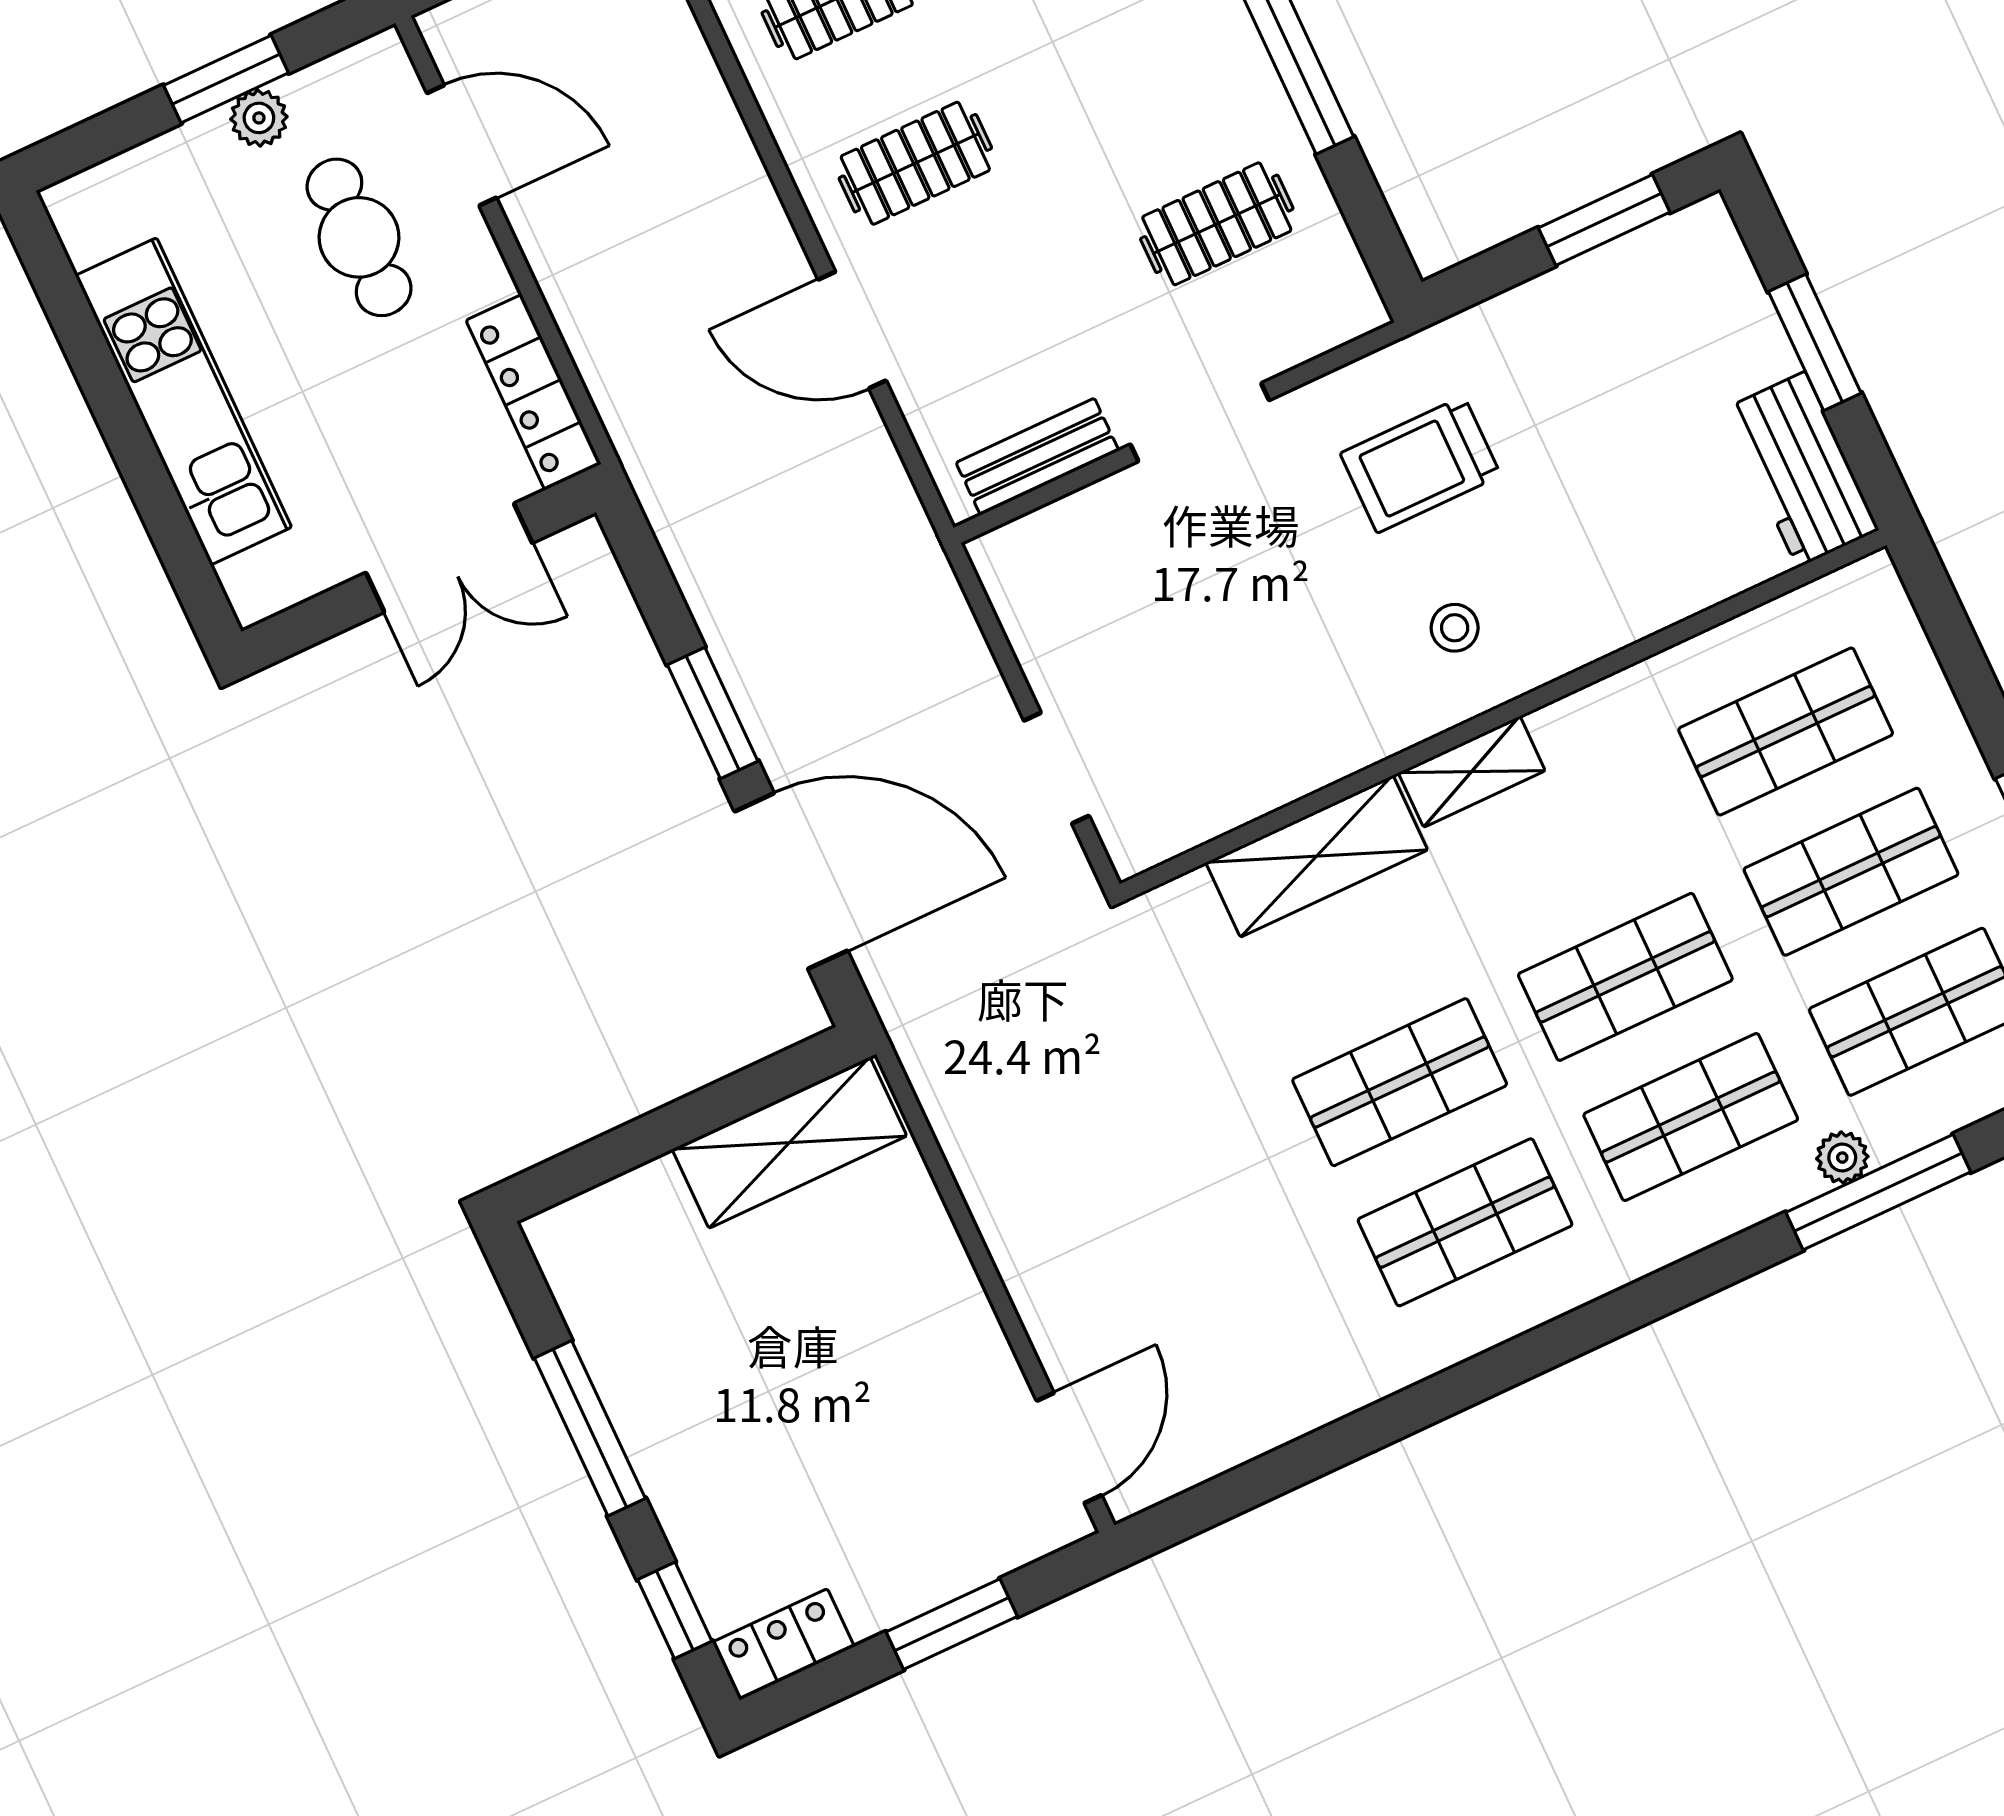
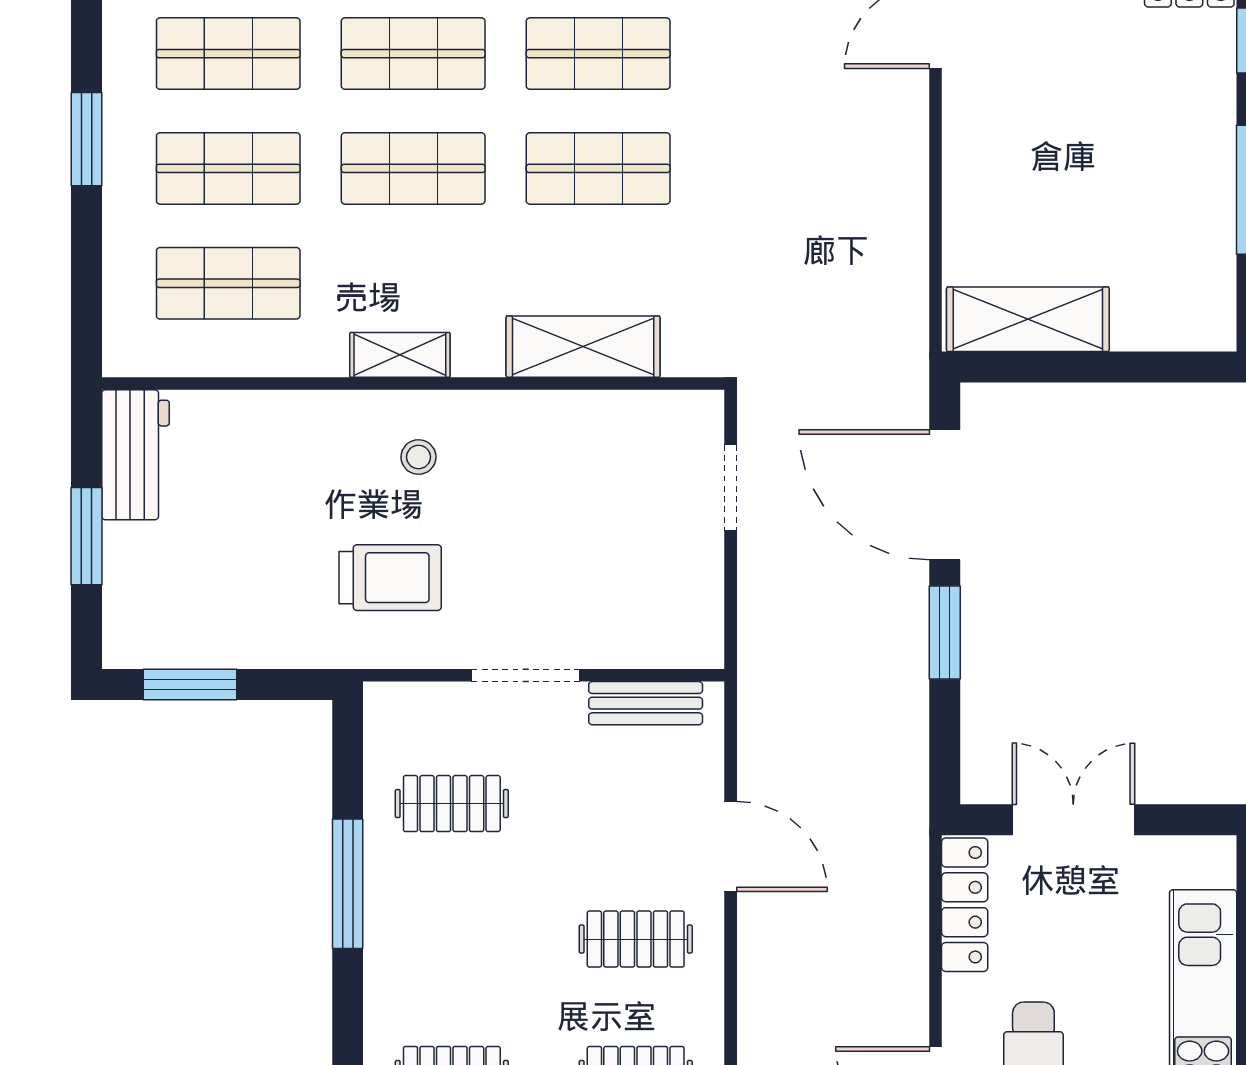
shelving: (1472, 772) -> (400, 355), moved

